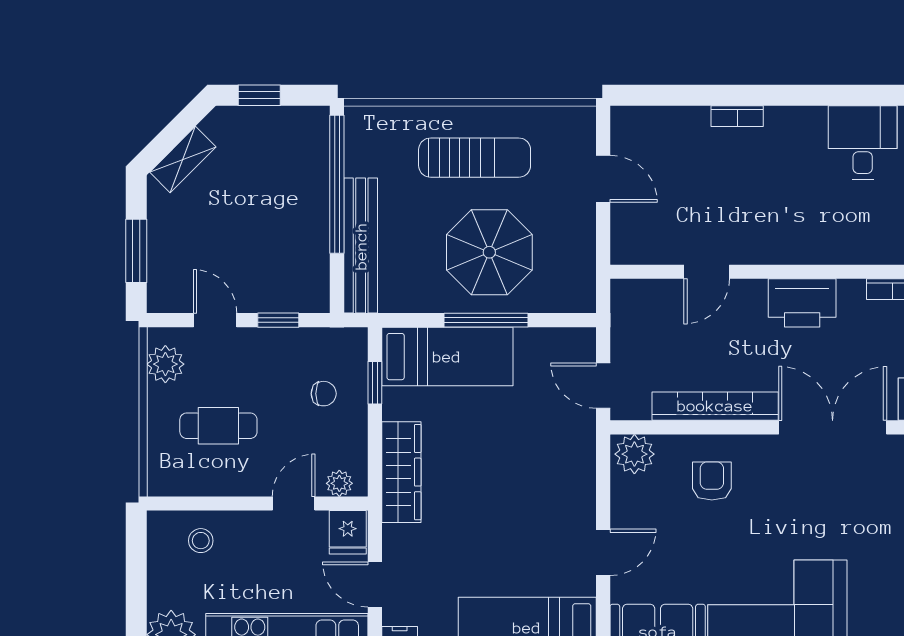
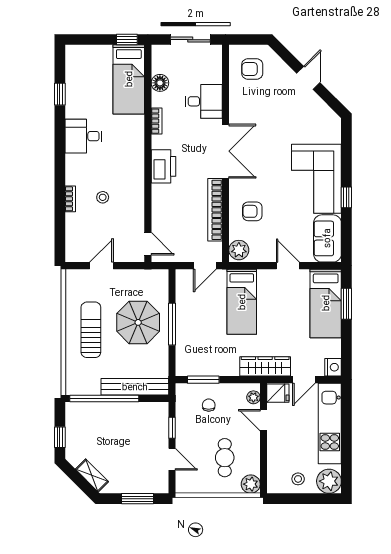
stool: (740, 181) -> (103, 197), added
door: (707, 272) -> (148, 244), moved
door: (215, 320) -> (172, 459), swing flipped
bed: (447, 357) -> (242, 302), moved, turned 180
plant: (165, 364) -> (251, 484), moved
window: (375, 383) -> (203, 380), width x1.50
double door: (833, 427) -> (226, 151), swing flipped
wardrobe: (401, 472) -> (265, 366), moved
stool: (201, 541) -> (298, 479), moved

